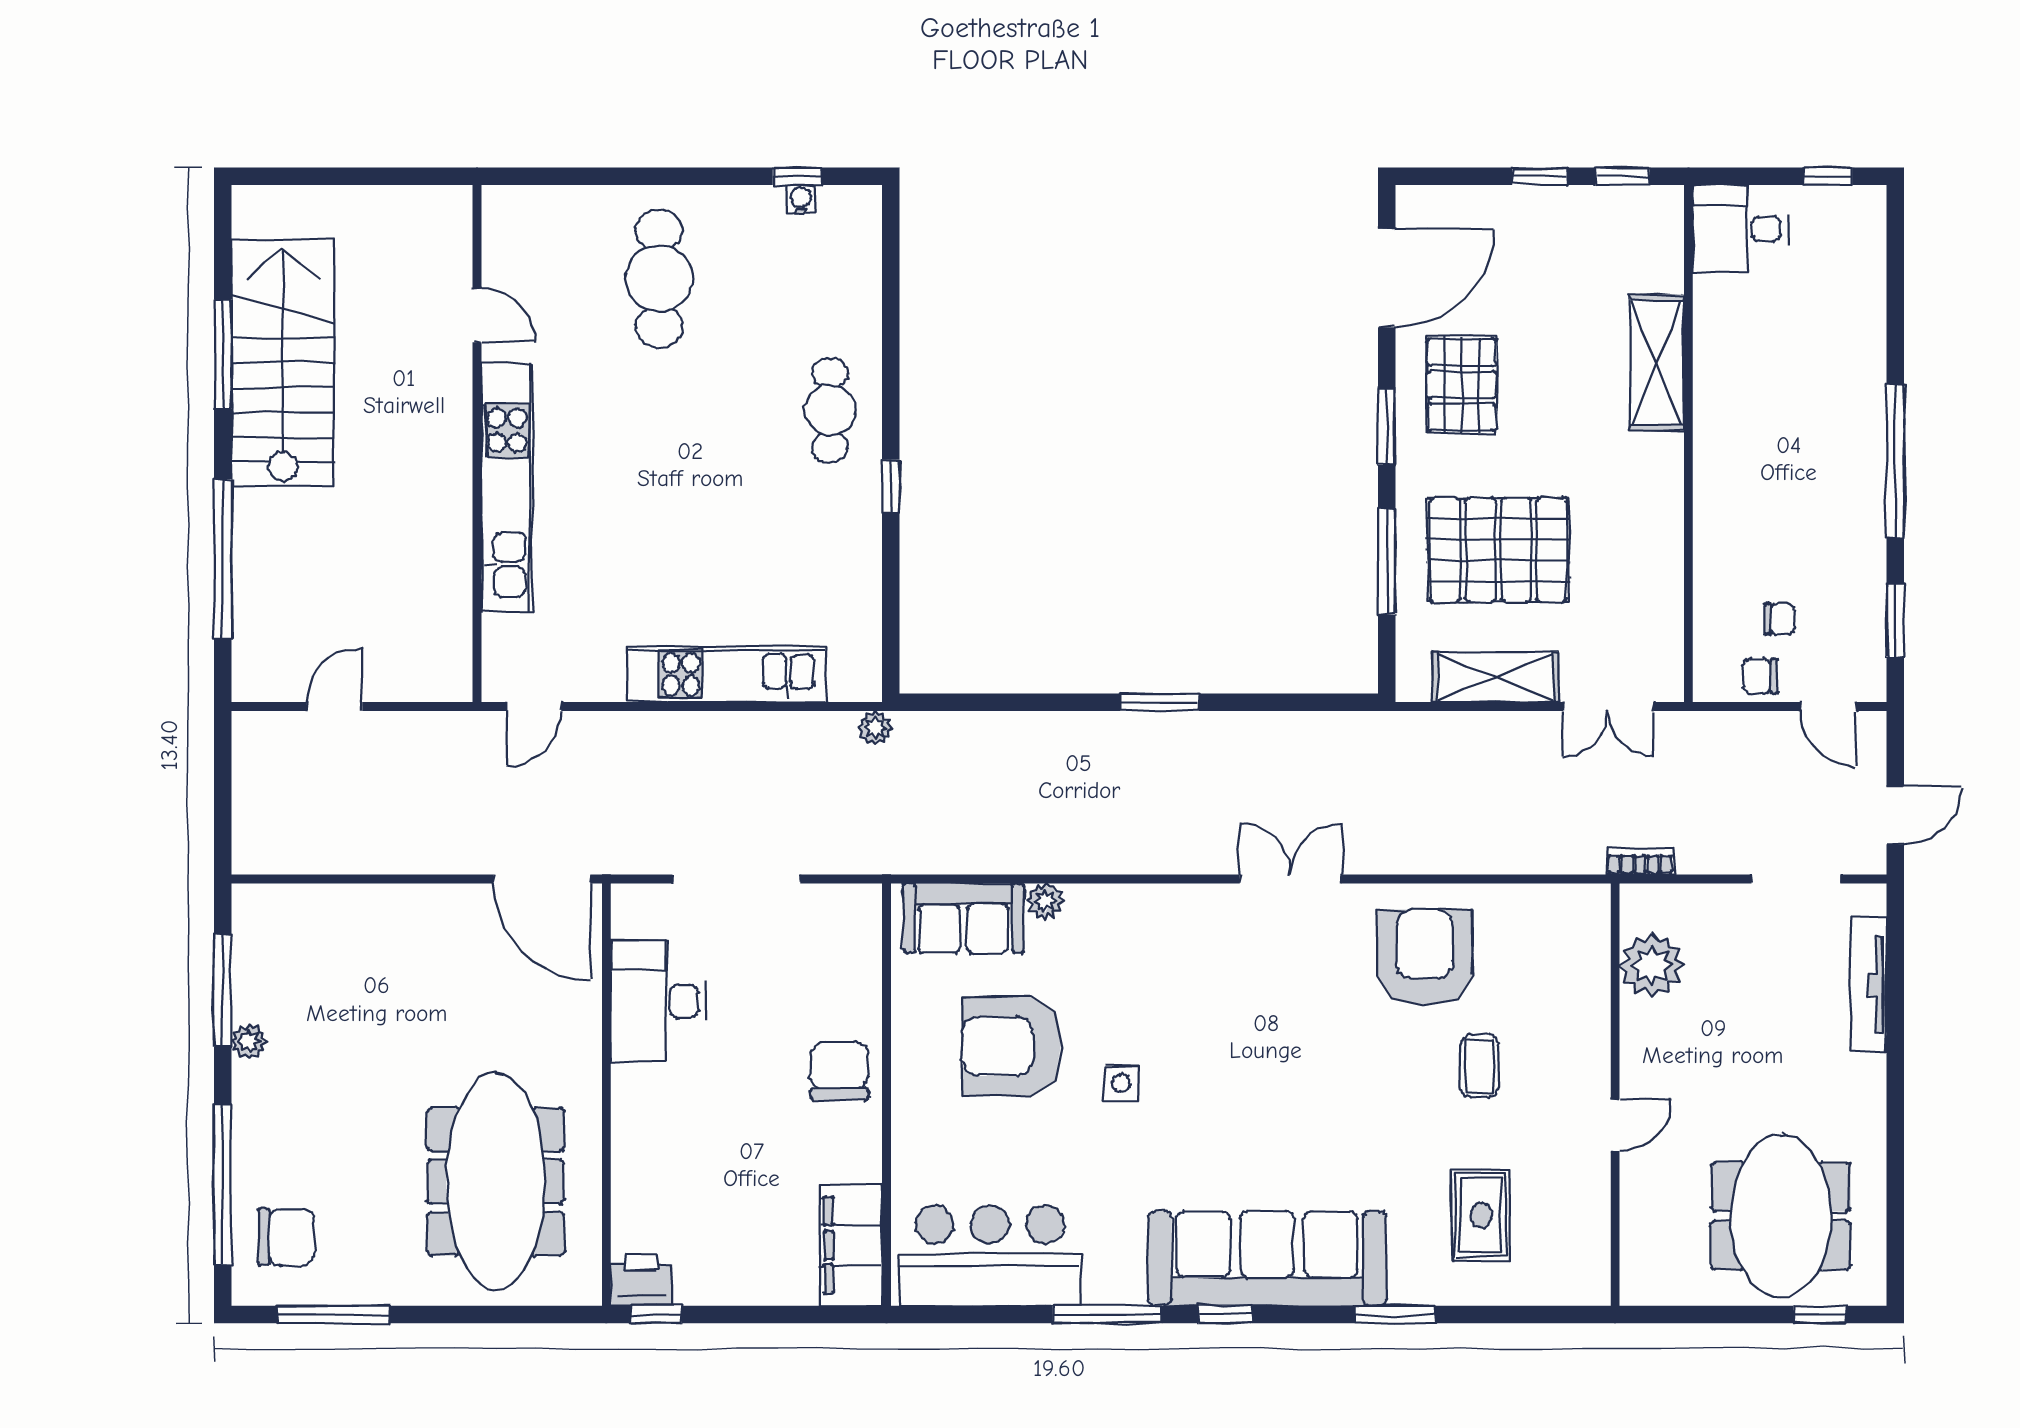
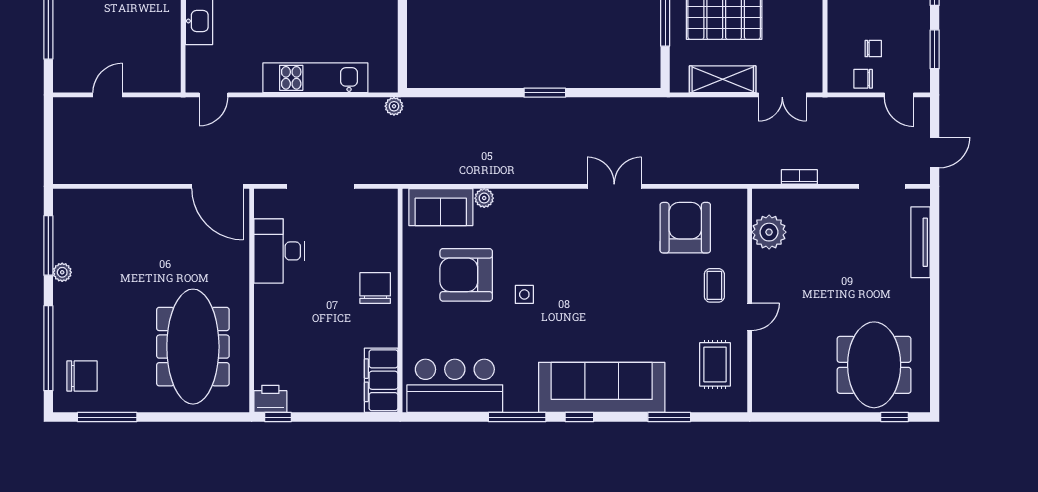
plant: (1652, 965) -> (769, 232), moved
wall: (1615, 1095) -> (750, 301), moved
door: (1615, 1125) -> (750, 317), moved

